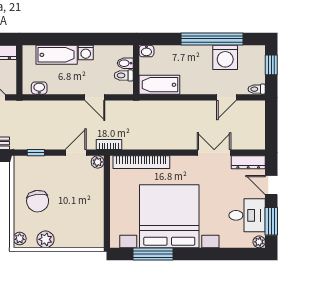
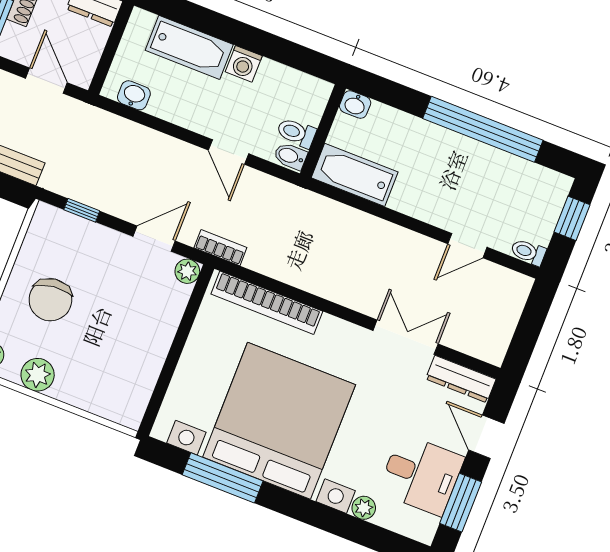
washing machine: (225, 57) -> (494, 172), removed
bidet: (125, 63) -> (290, 156), moved
plant: (259, 242) -> (364, 508), moved

